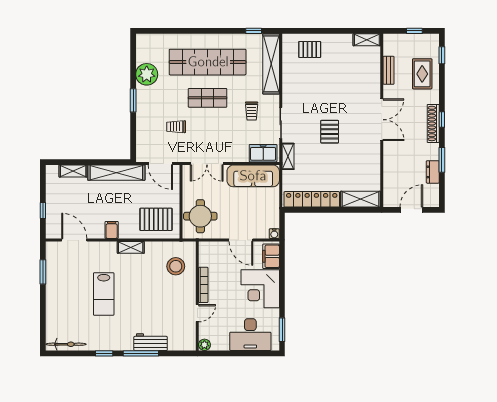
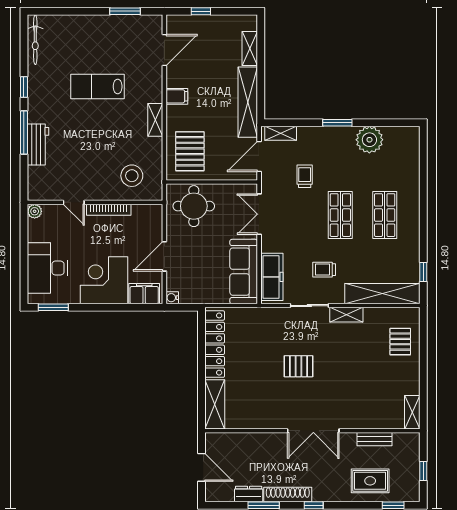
shop shelf: (208, 62) -> (385, 215), width x0.50, depth x0.74
shoe rack: (433, 123) -> (288, 494), moved
shelving: (142, 146) -> (281, 133), added
freezer: (263, 153) -> (272, 277), width x1.40
shelving: (288, 156) -> (346, 315), moved

